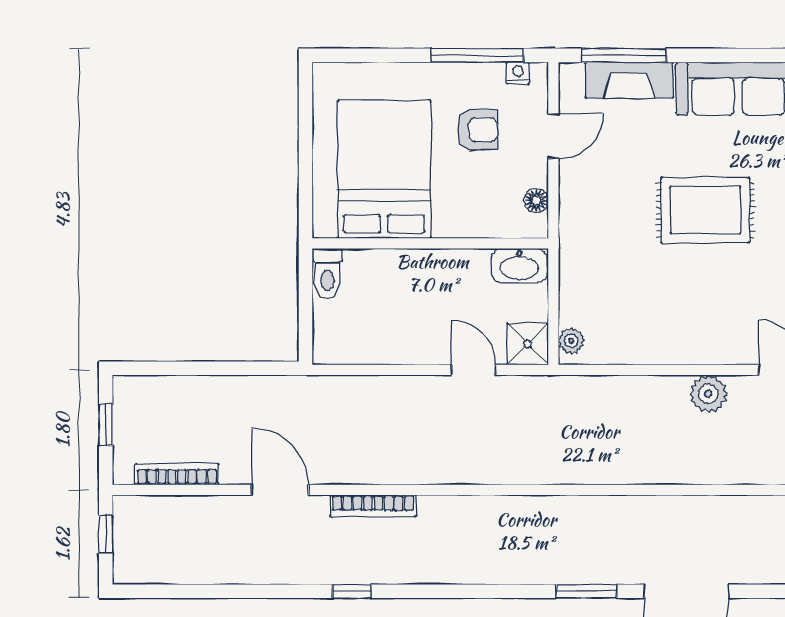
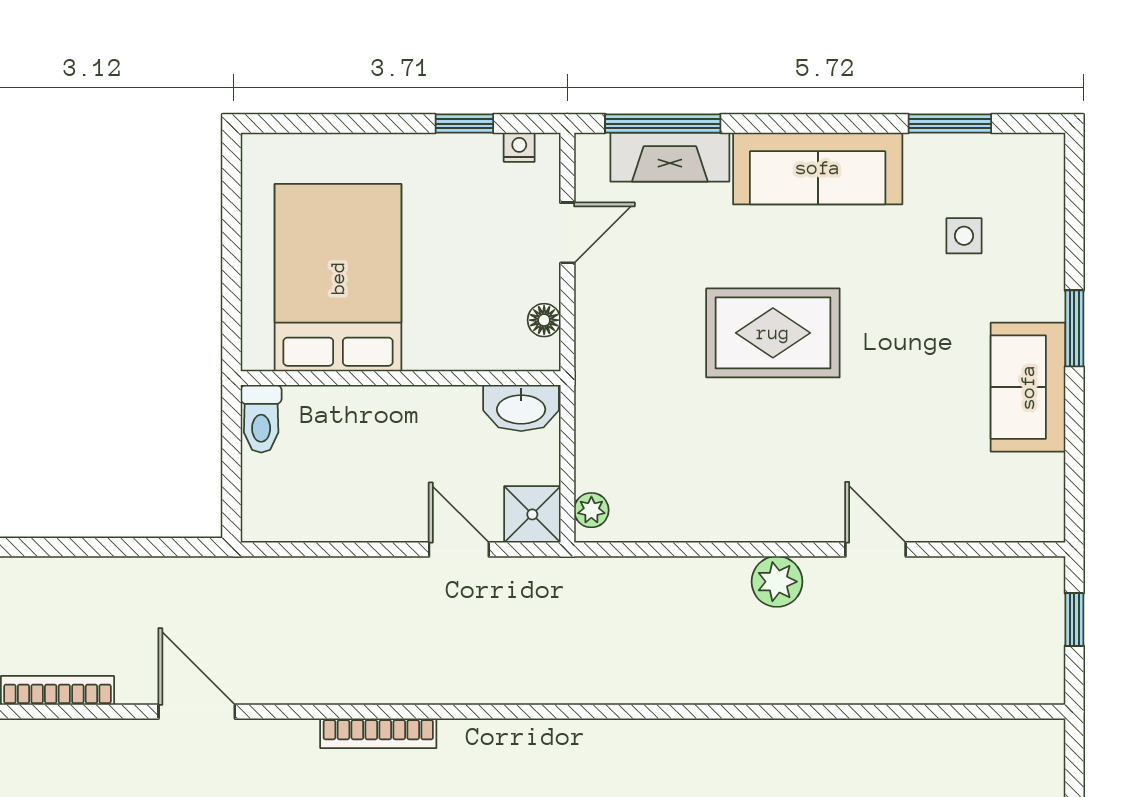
window: (477, 55) -> (464, 124), width x0.46
armchair: (478, 130) -> (465, 224), removed
bookcase: (373, 506) -> (378, 733), moved

